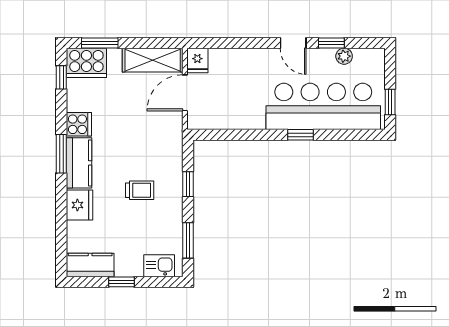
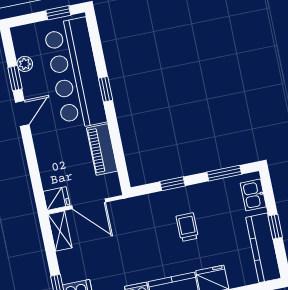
shelving: (153, 60) -> (60, 231), width x0.67, depth x0.75
piano: (239, 118) -> (102, 149), added
kitchen counter: (90, 265) -> (263, 248), width x1.50

